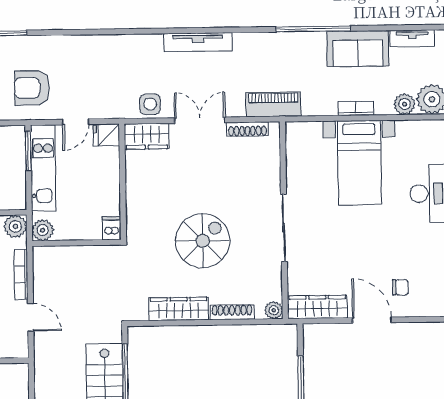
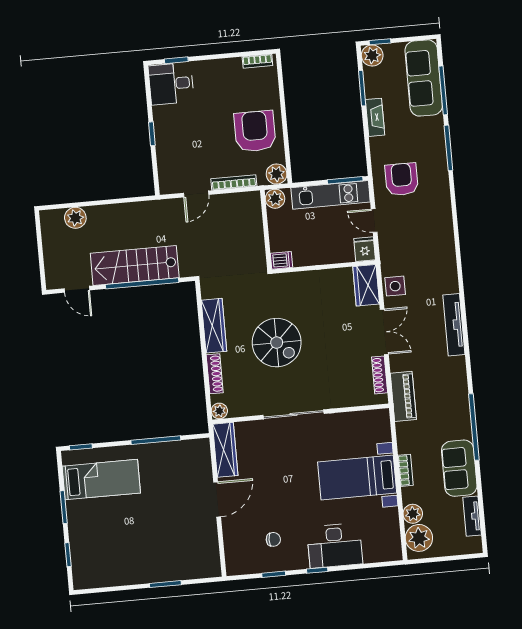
chair: (400, 287) -> (273, 539), moved, turned -90

